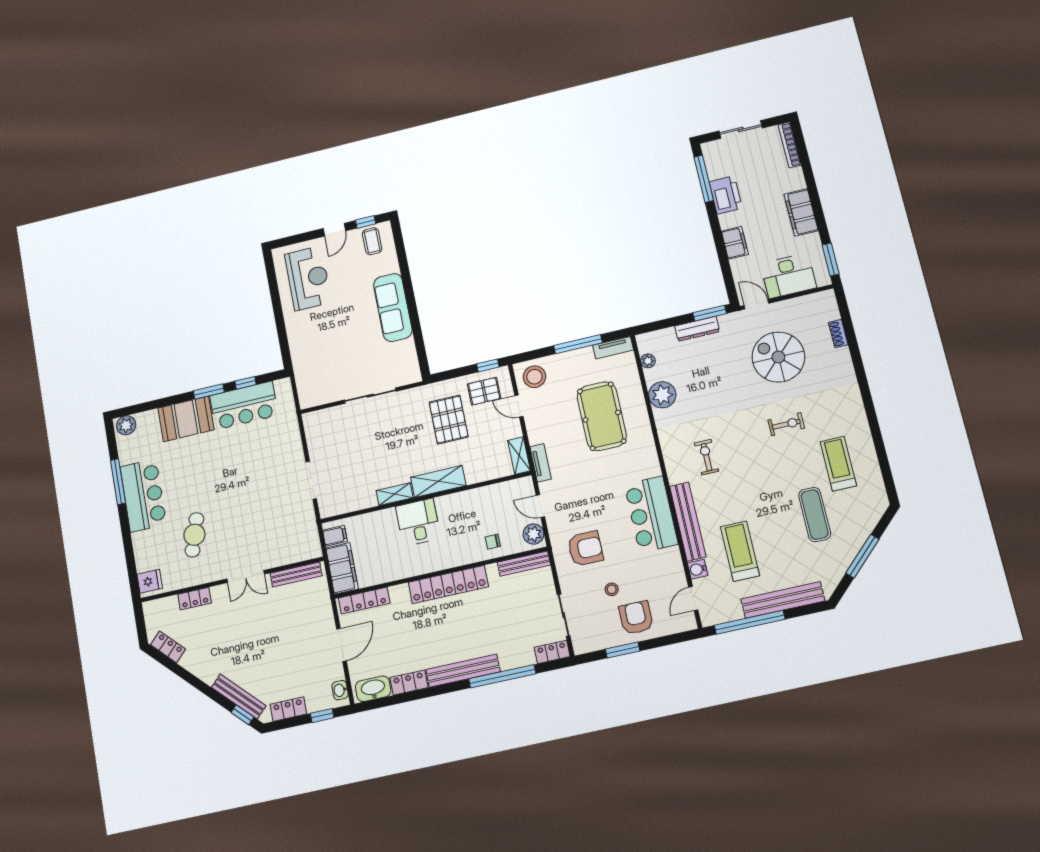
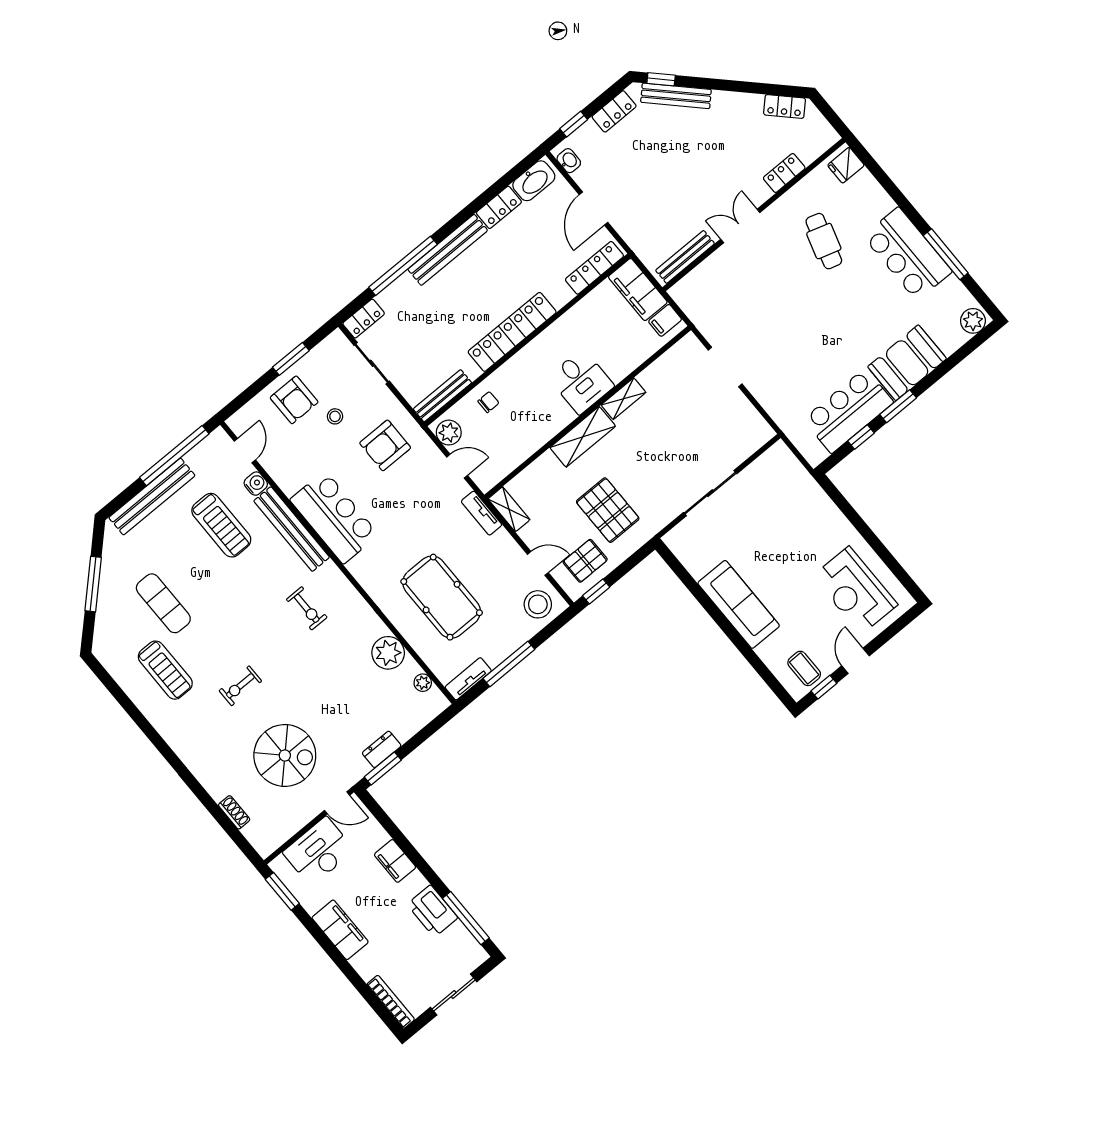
dresser: (697, 329) -> (382, 749), width x0.70

